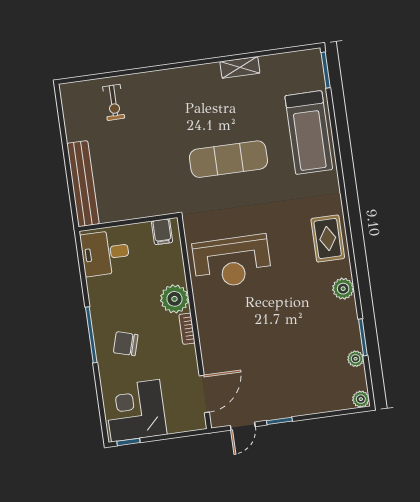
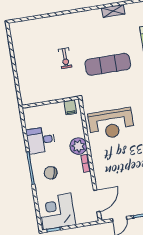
exercise bike: (114, 102) -> (65, 58), moved
bench: (83, 184) -> (24, 81), removed
desk: (105, 253) -> (41, 140), moved

